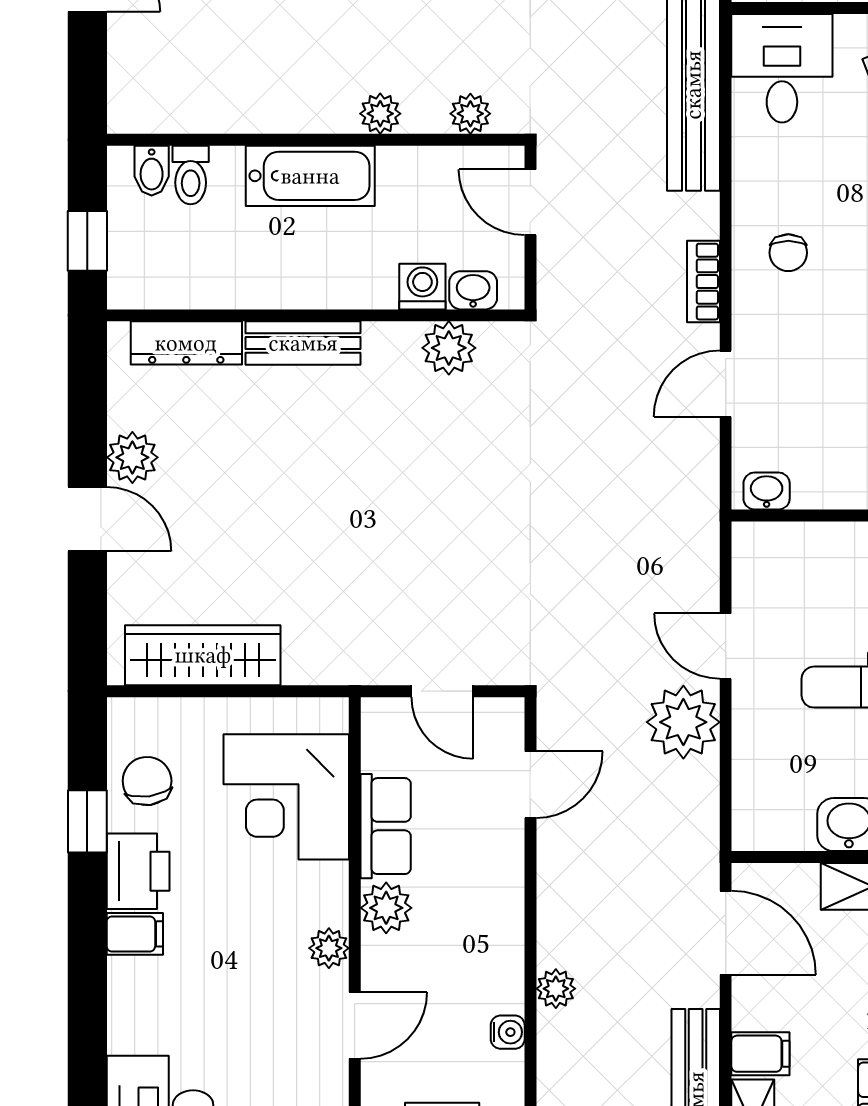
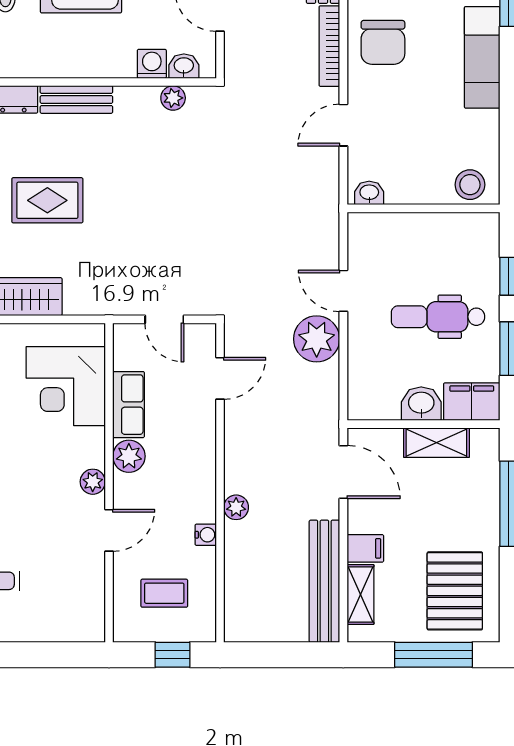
chair: (788, 253) -> (383, 42), width x1.87, depth x1.87
bookcase: (703, 282) -> (329, 46), width x1.56
plant: (449, 348) -> (173, 98), width x0.73, depth x0.73
rug: (257, 503) -> (47, 200), added

